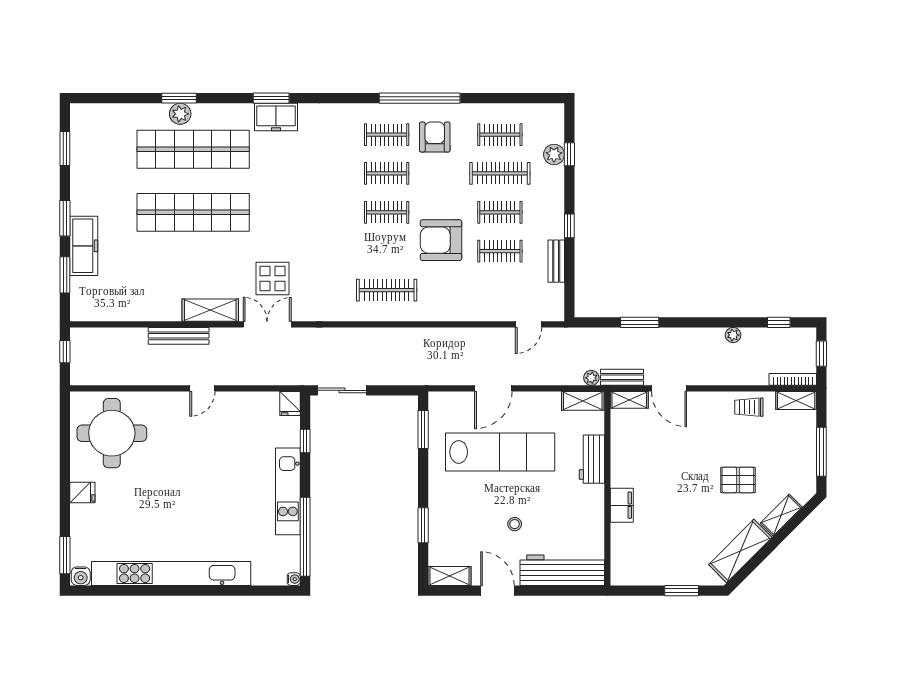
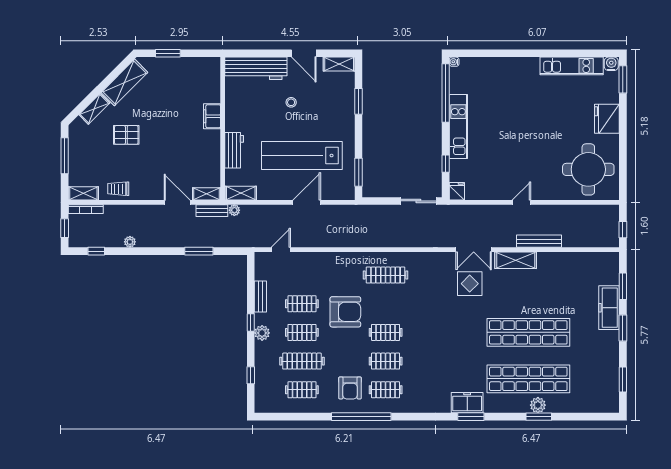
plant: (554, 154) -> (262, 333), moved
trolley: (749, 407) -> (118, 189), turned 180
fridge: (82, 492) -> (607, 119), width x1.88, depth x1.34
kitchen unit: (171, 573) -> (572, 66), width x0.54

